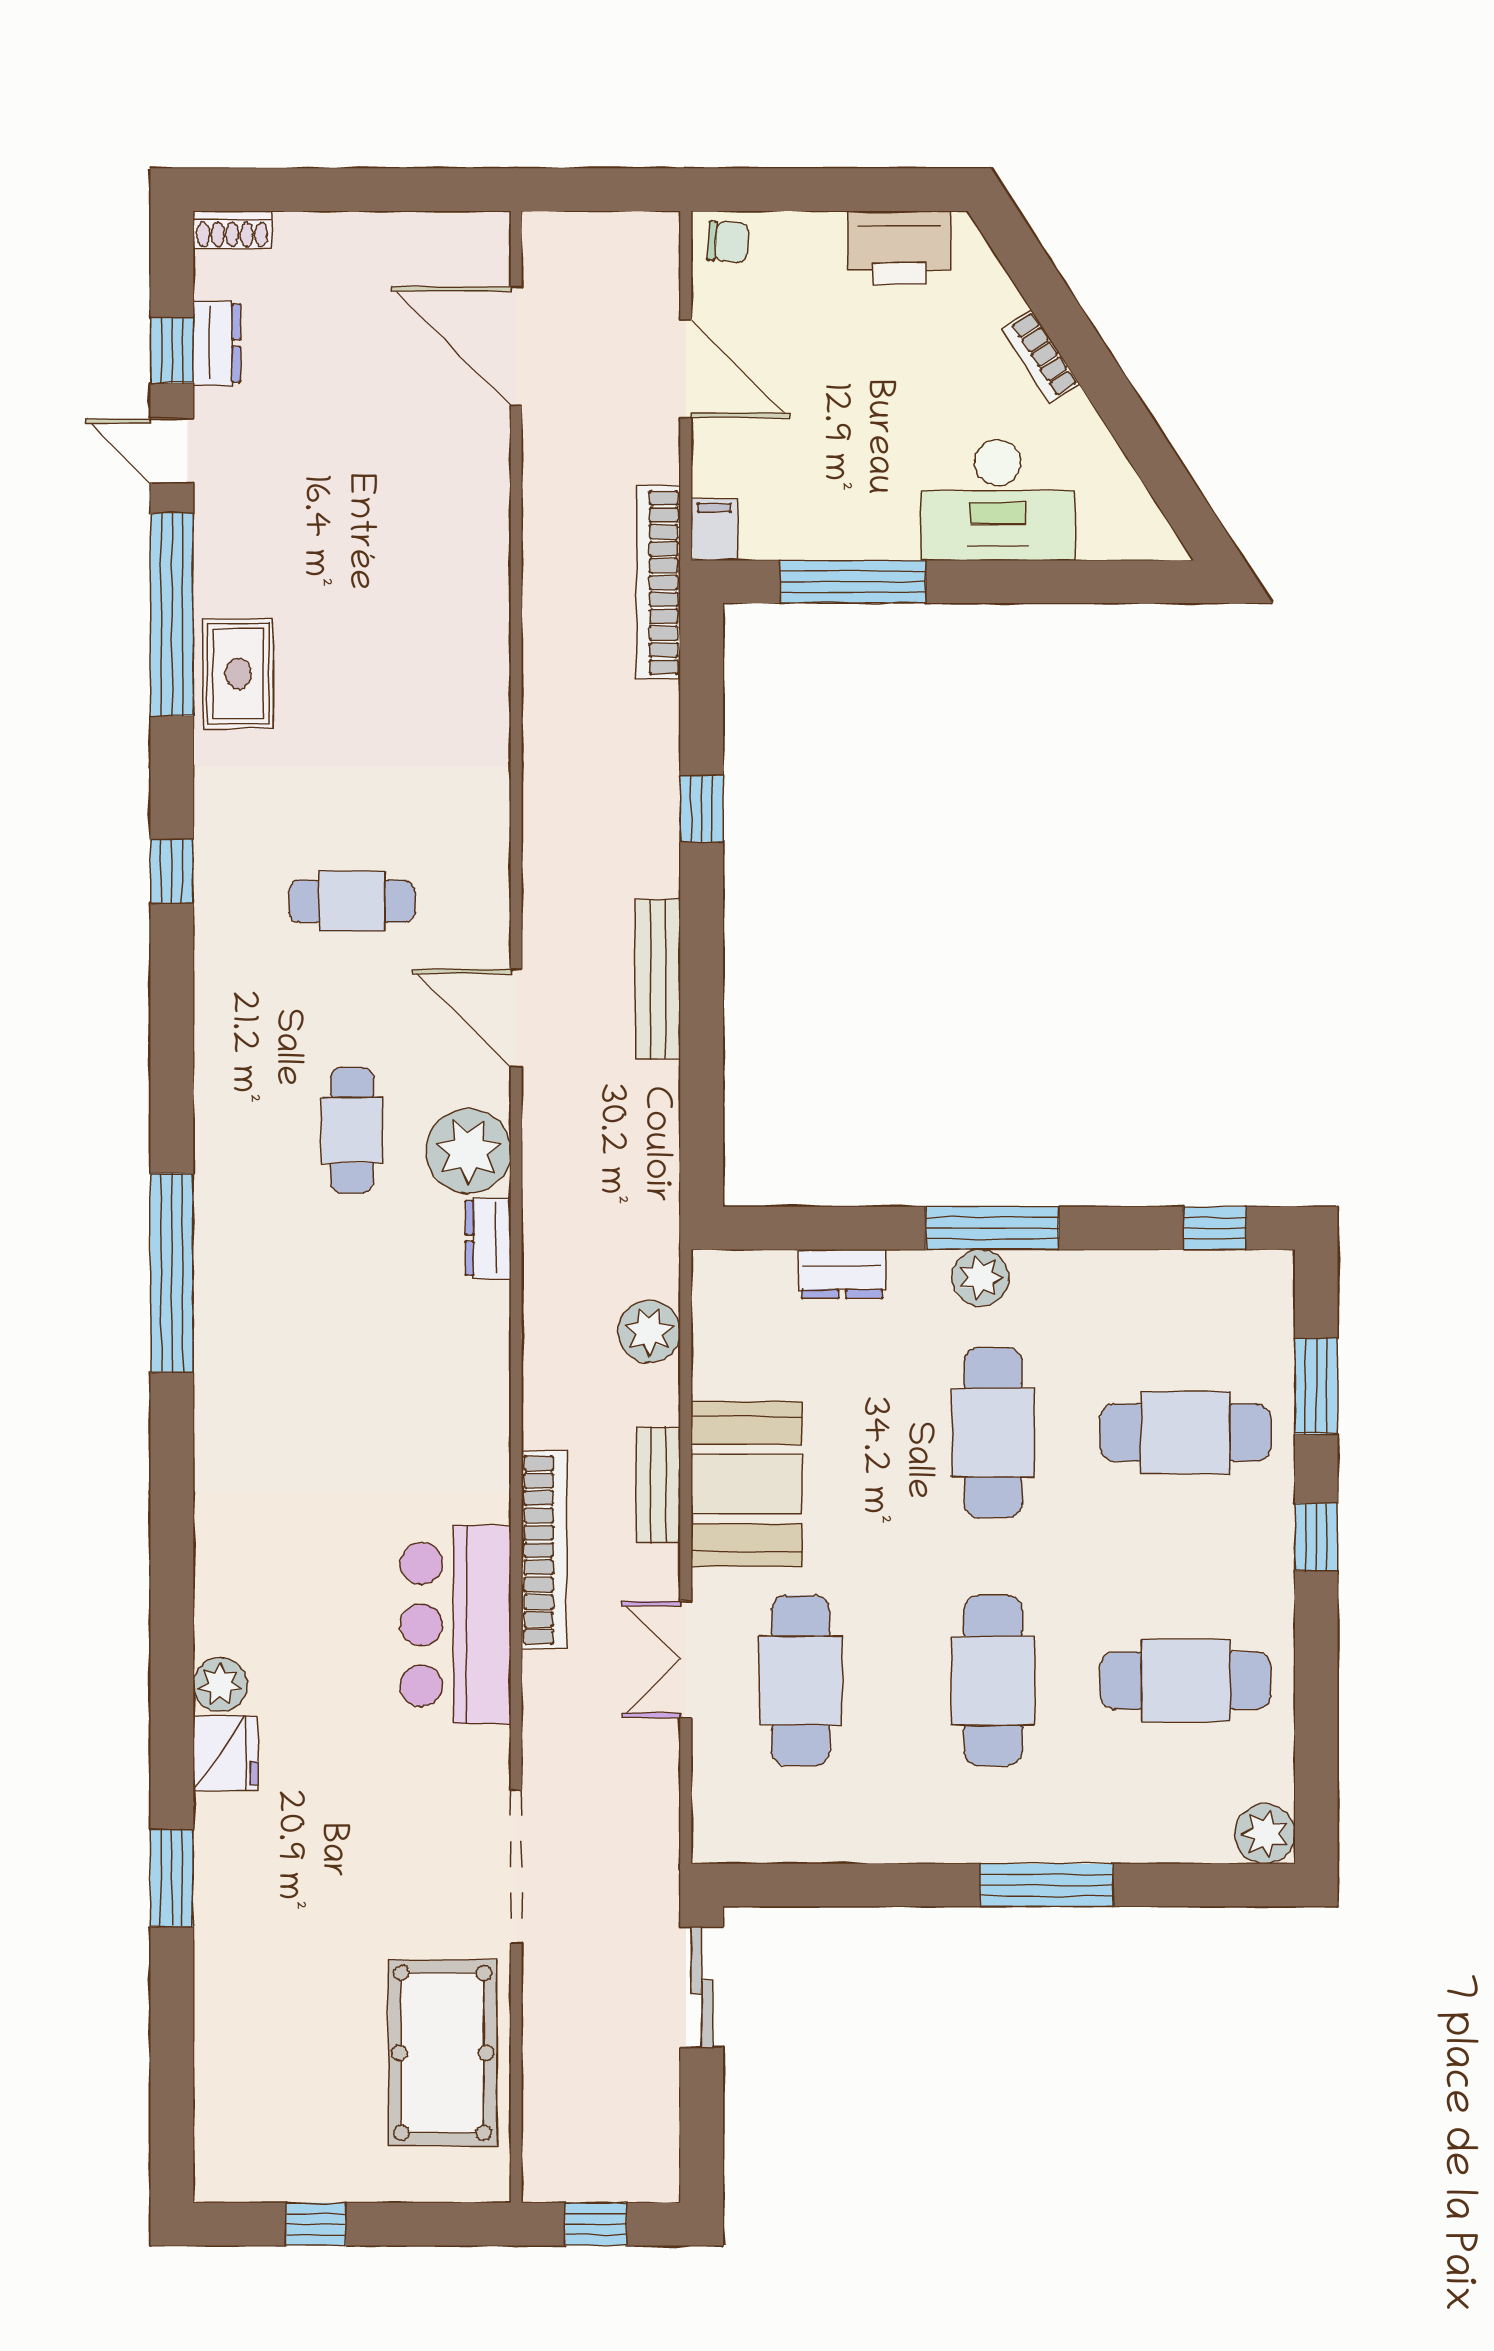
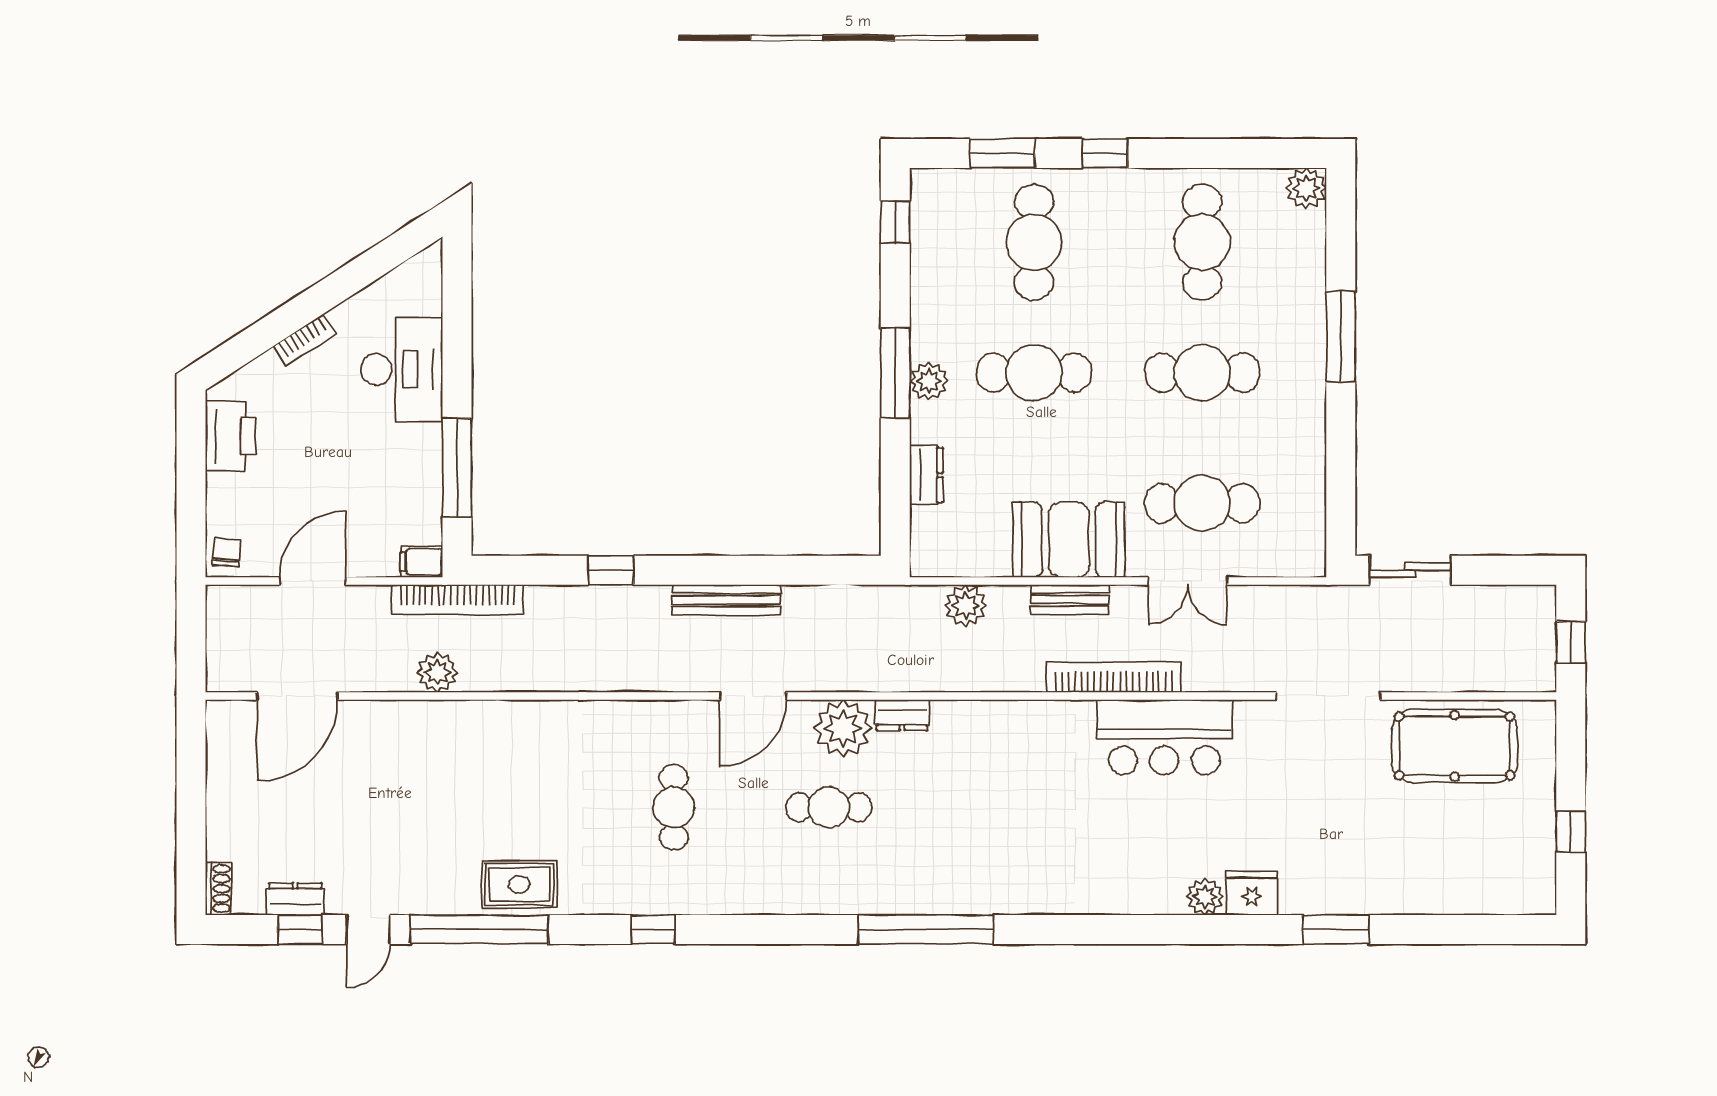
plant: (551, 553) -> (437, 672), added

